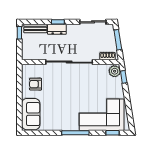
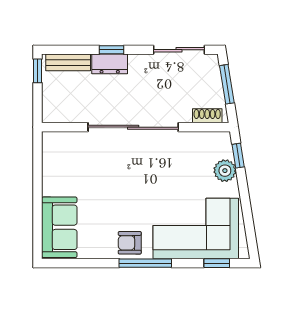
plant: (115, 71) -> (225, 171), moved
armchair: (36, 84) -> (130, 243), moved

